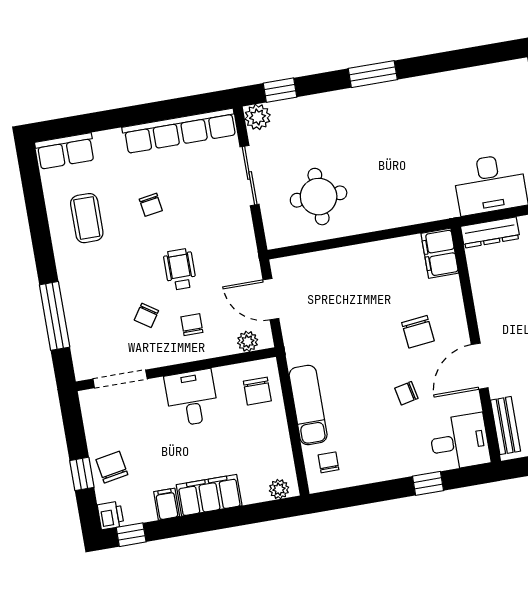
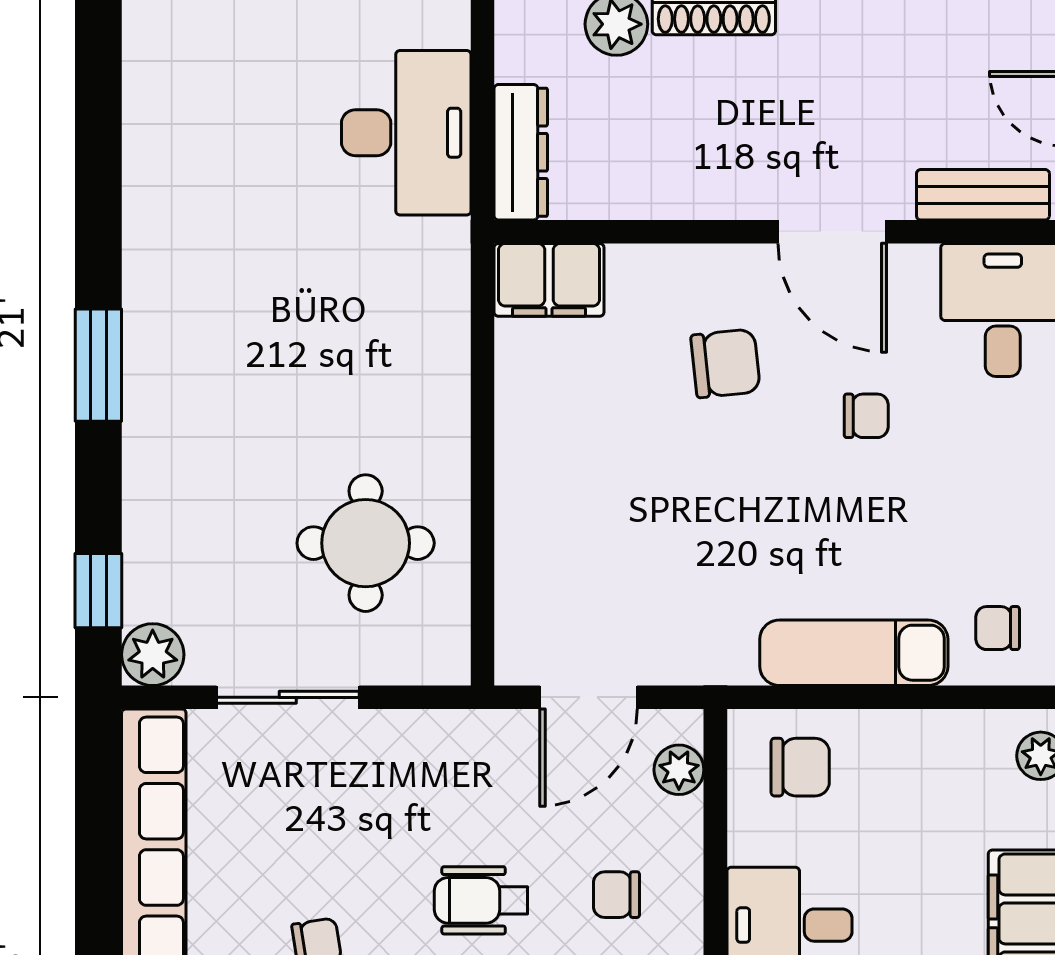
chair: (406, 393) -> (866, 416), turned -78

